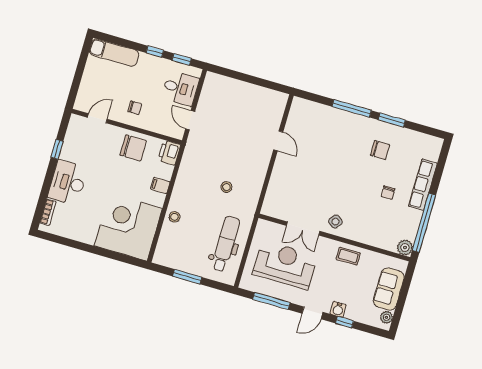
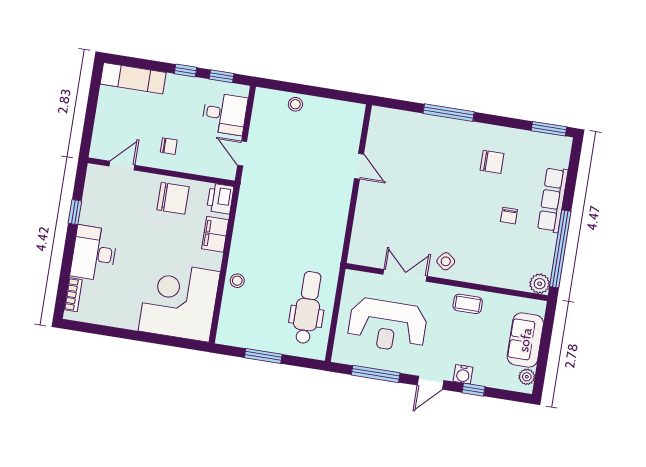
window: (392, 120) -> (549, 129), moved
filing cabinet: (160, 185) -> (215, 234), width x2.00
stool: (226, 187) -> (295, 104), moved
double door: (303, 228) -> (405, 275), swing flipped
reception desk: (285, 265) -> (387, 325), turned 180

